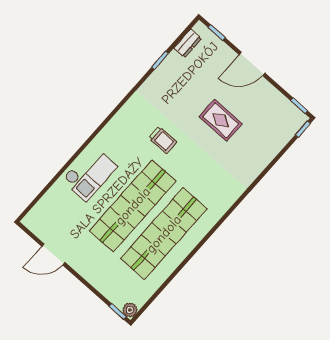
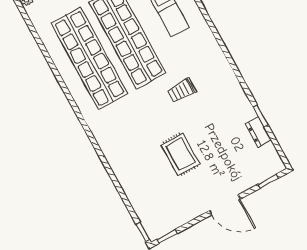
dresser: (188, 43) -> (258, 132), moved
door: (252, 64) -> (225, 205), swing flipped
rug: (221, 120) -> (180, 154), turned 90

